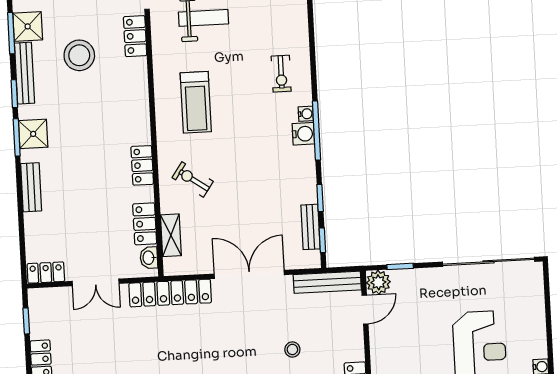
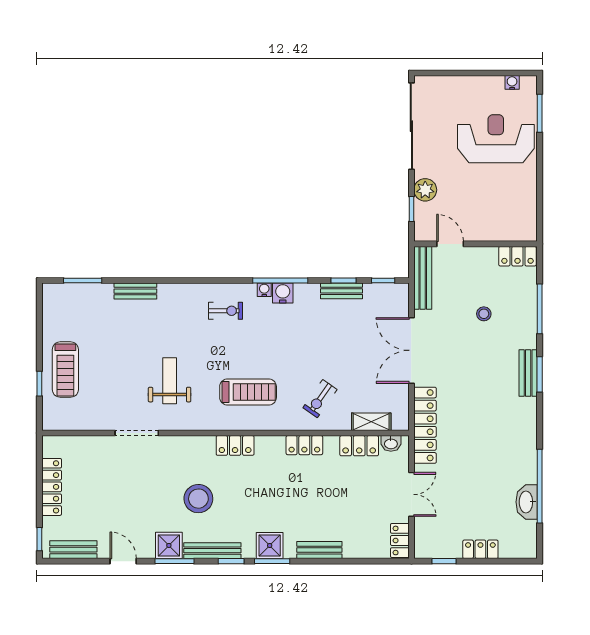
locker: (135, 36) -> (235, 445), moved
bench: (310, 227) -> (341, 291), moved
plant: (378, 282) -> (425, 190), moved

